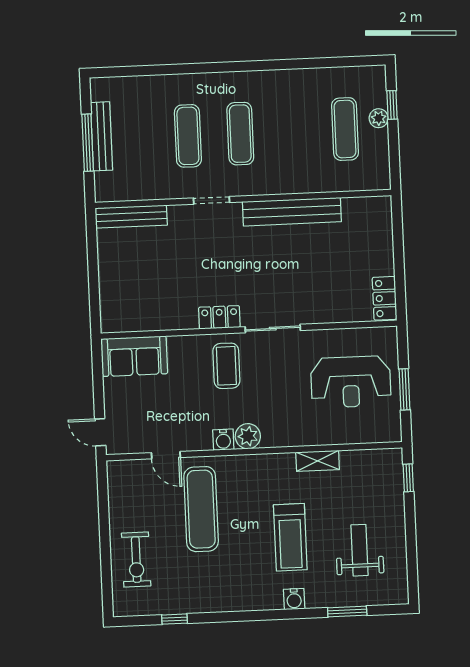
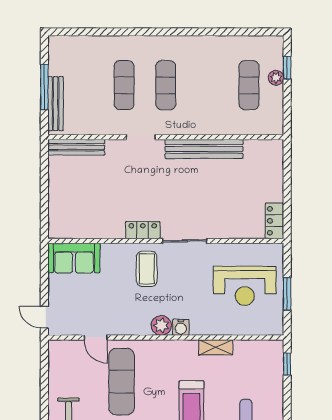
bench: (101, 136) -> (56, 104), moved
water cooler: (223, 440) -> (181, 327), moved

